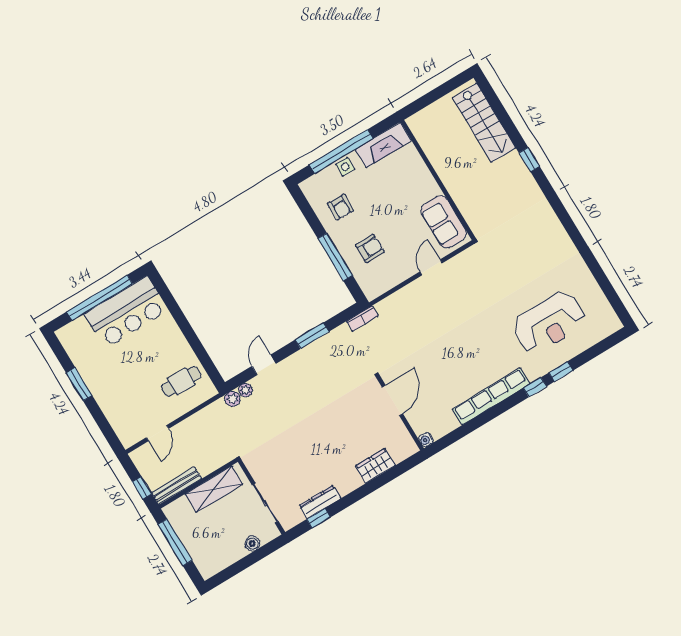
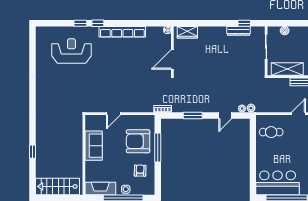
stairs: (484, 123) -> (58, 186), moved, turned -90
window: (529, 160) -> (32, 152), moved
sofa: (444, 222) -> (94, 146), moved
armchair: (370, 249) -> (138, 141), width x1.88, depth x1.88
wardrobe: (375, 466) -> (187, 32), moved

